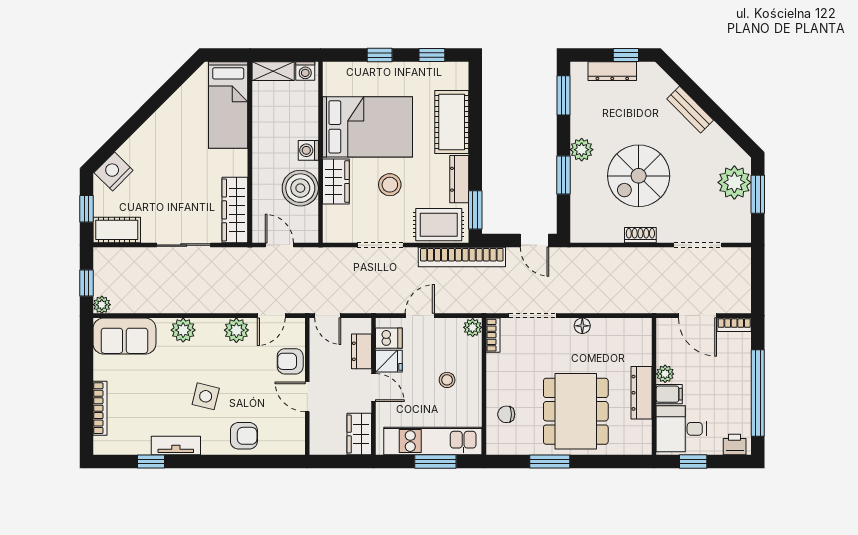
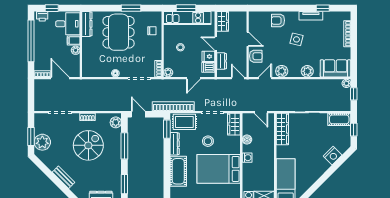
plant: (582, 150) -> (116, 122), moved
nightstand: (114, 172) -> (333, 156), moved
window: (563, 175) -> (124, 146), width x1.44
wardrobe: (336, 182) -> (234, 124), moved
boiler: (300, 188) -> (247, 140), width x0.54, depth x0.54
dresser: (642, 393) -> (87, 24), moved
window: (693, 461) -> (52, 8), moved

